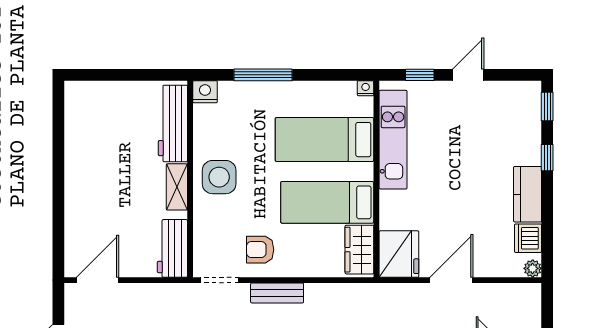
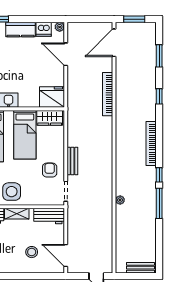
stool: (104, 215) -> (32, 252), added
armchair: (260, 250) -> (50, 170), turned 180
door: (451, 280) -> (66, 54), moved

